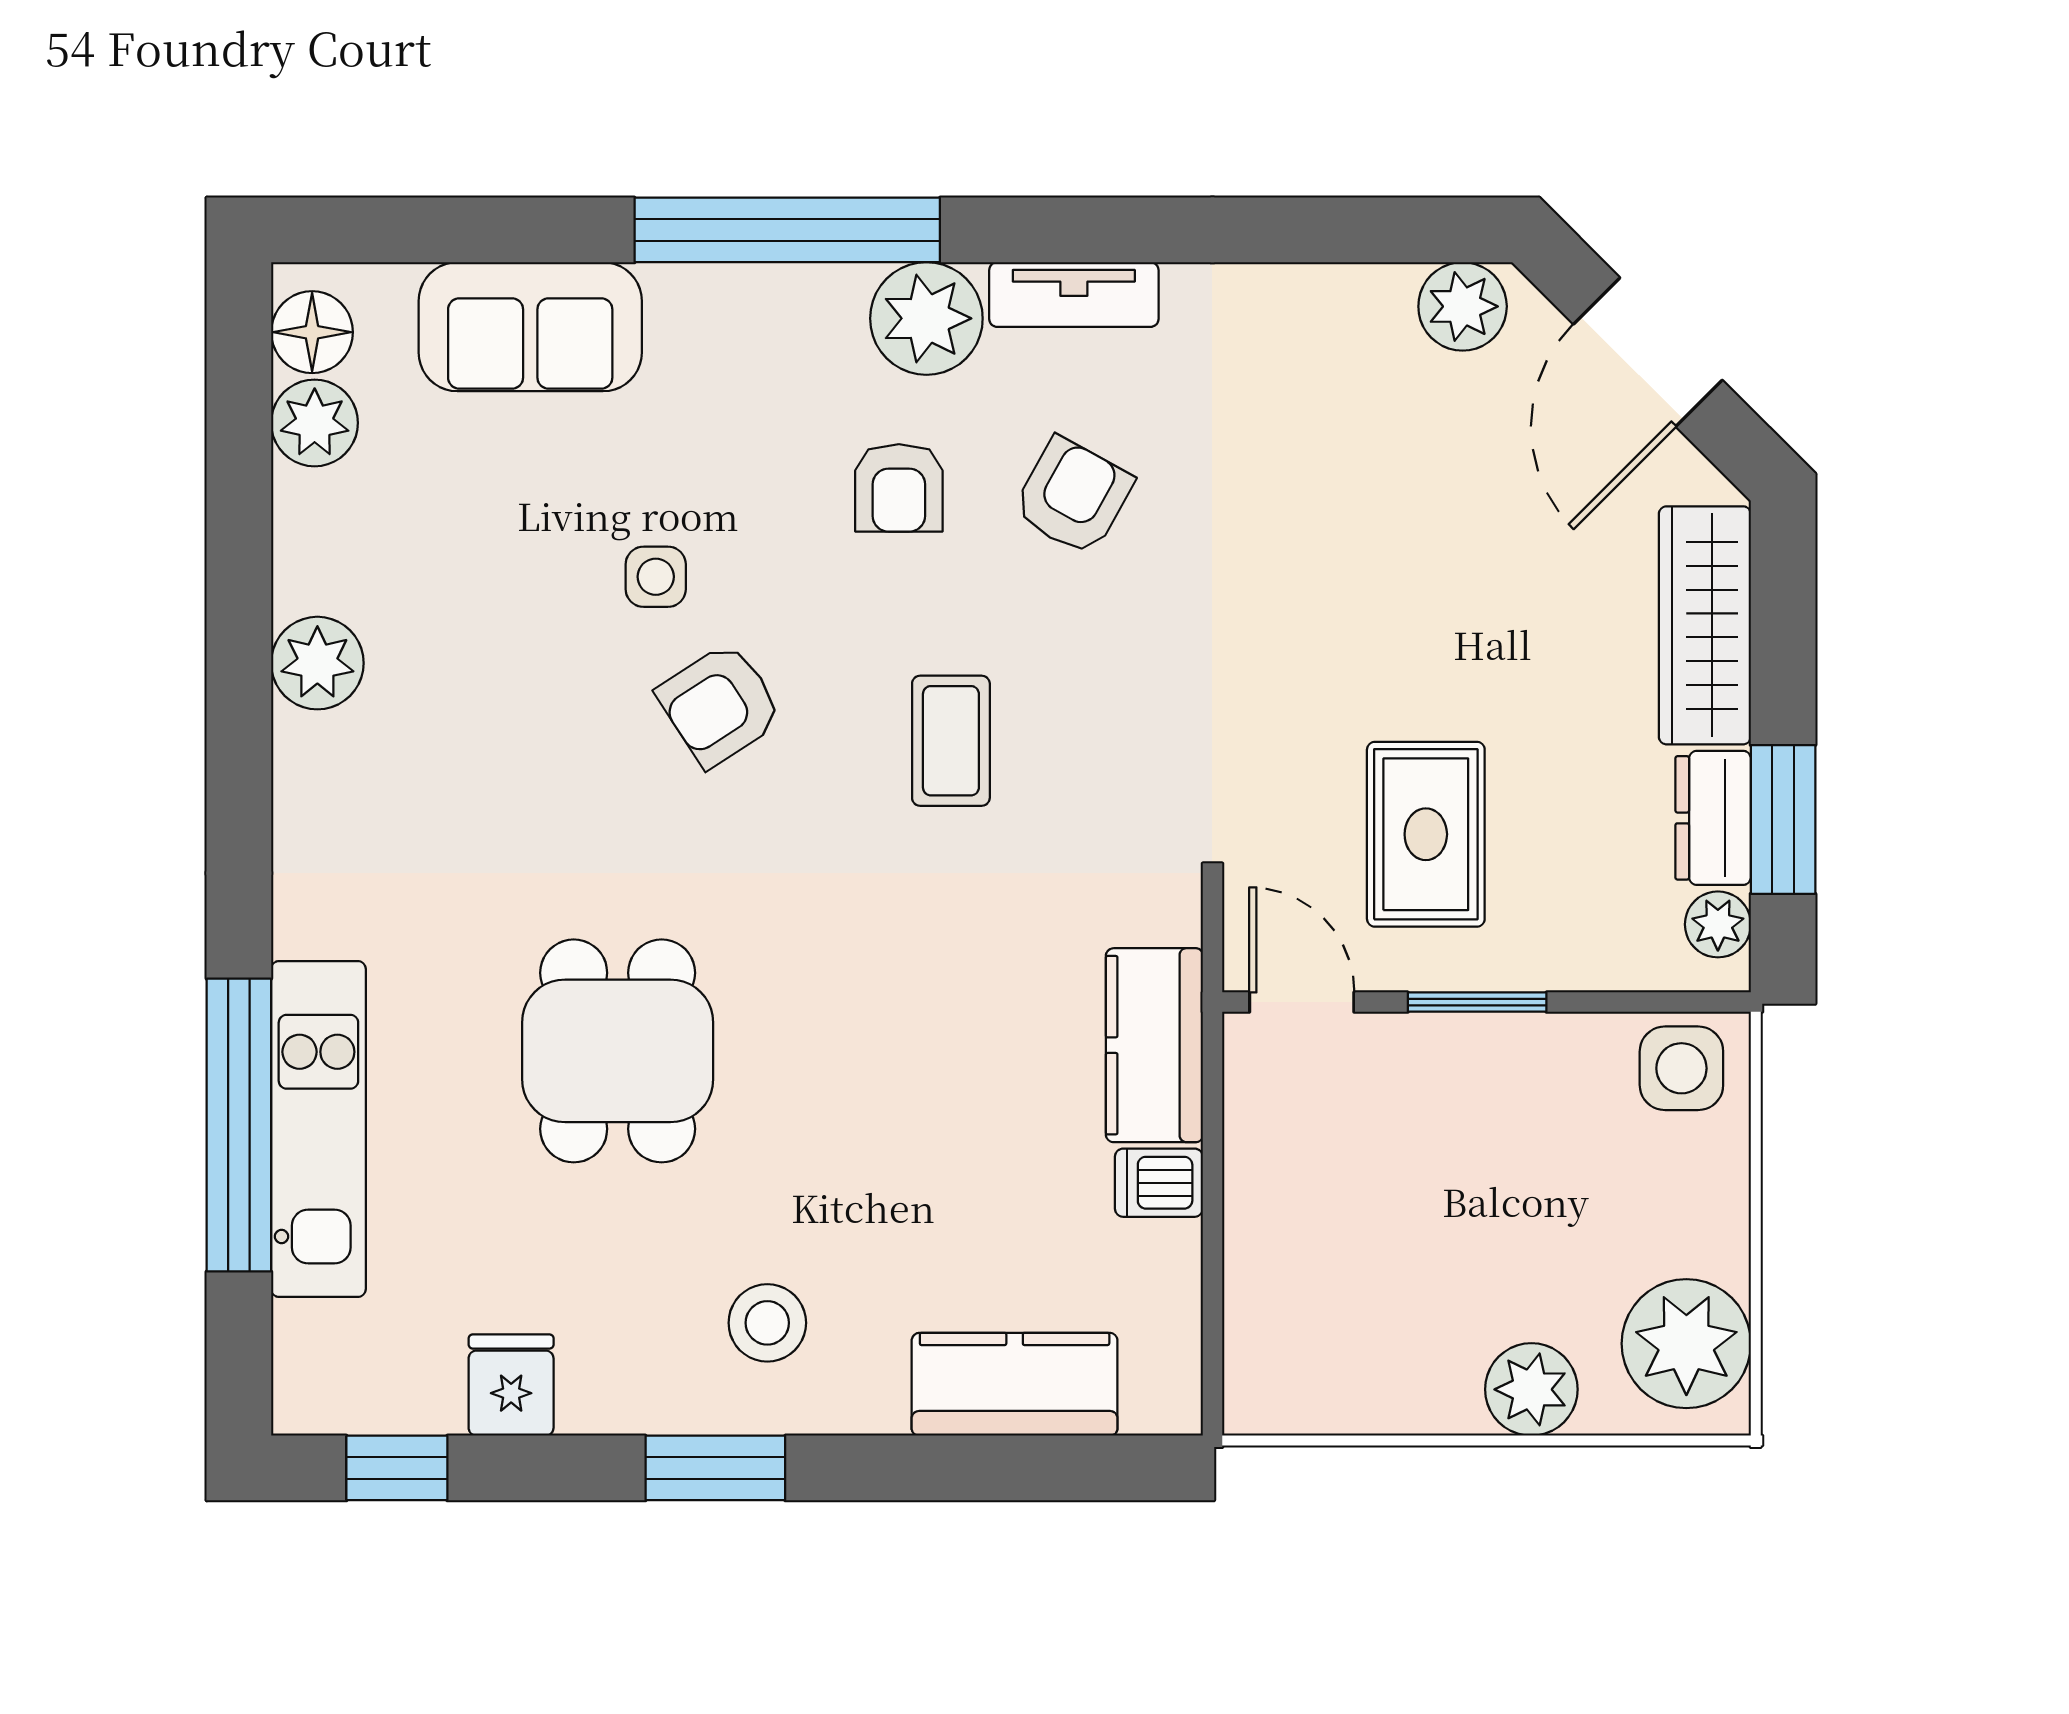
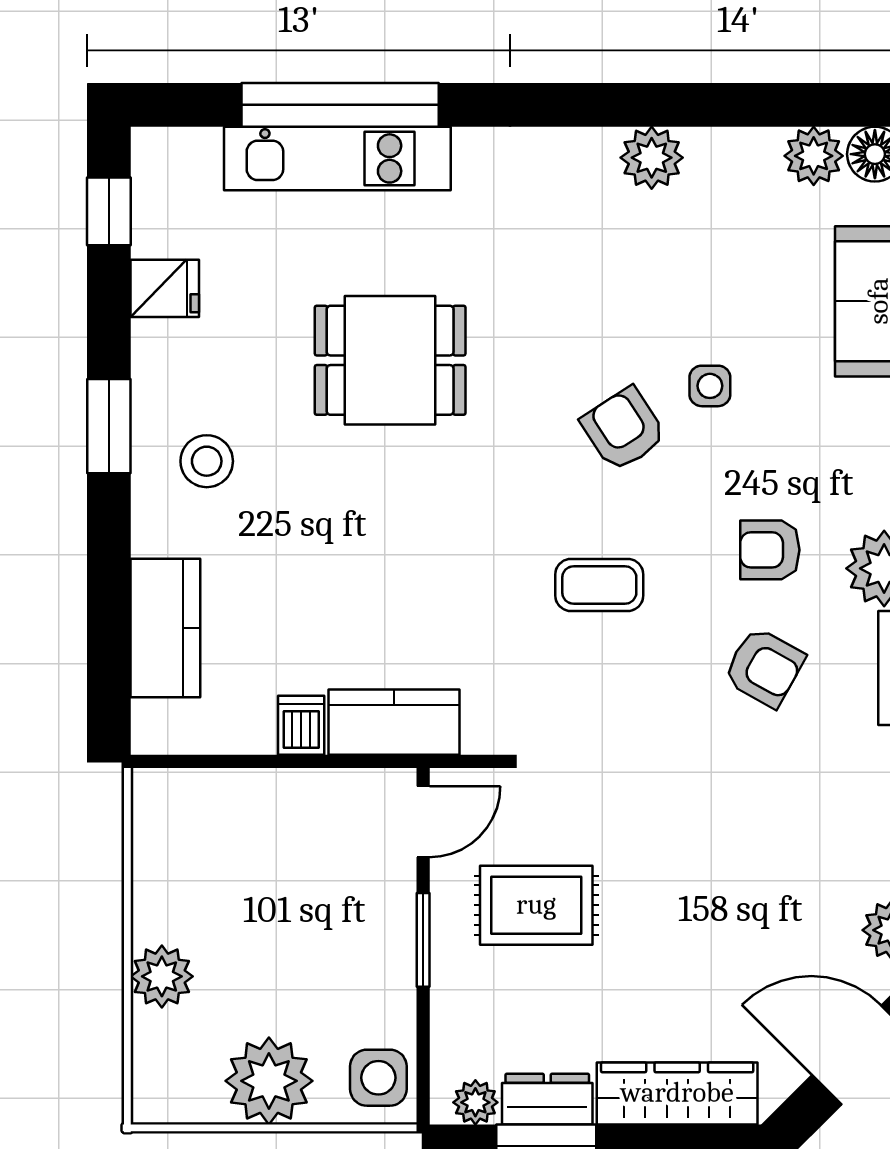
plant: (1686, 1344) -> (269, 1081), moved

